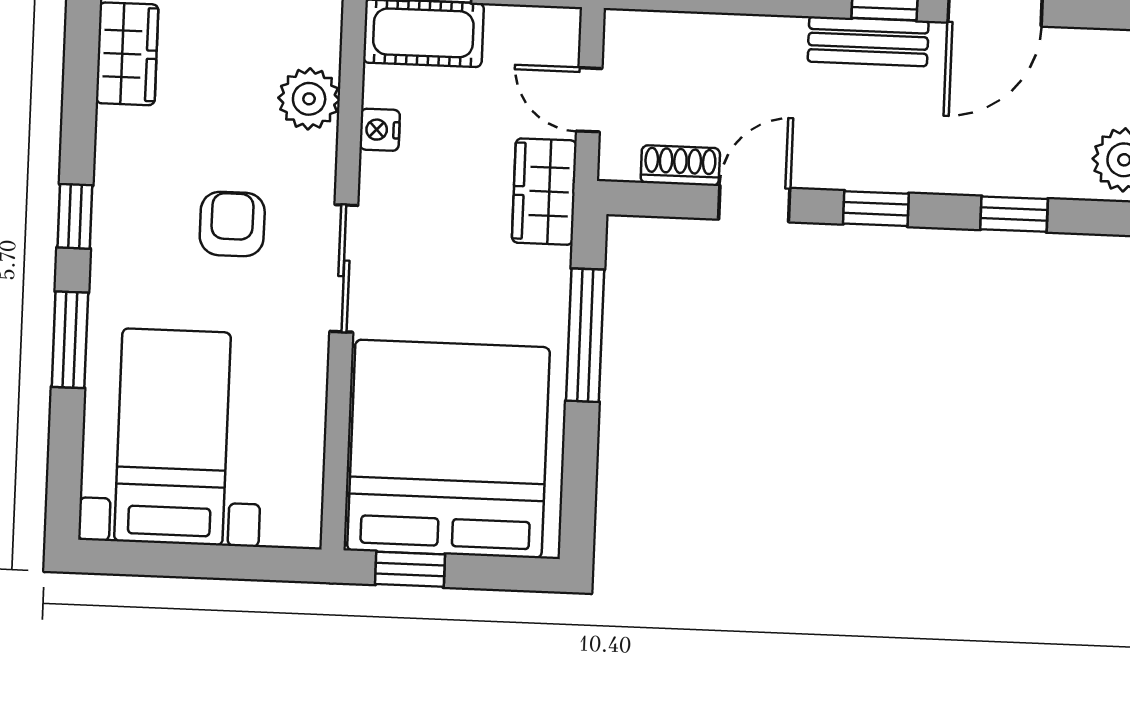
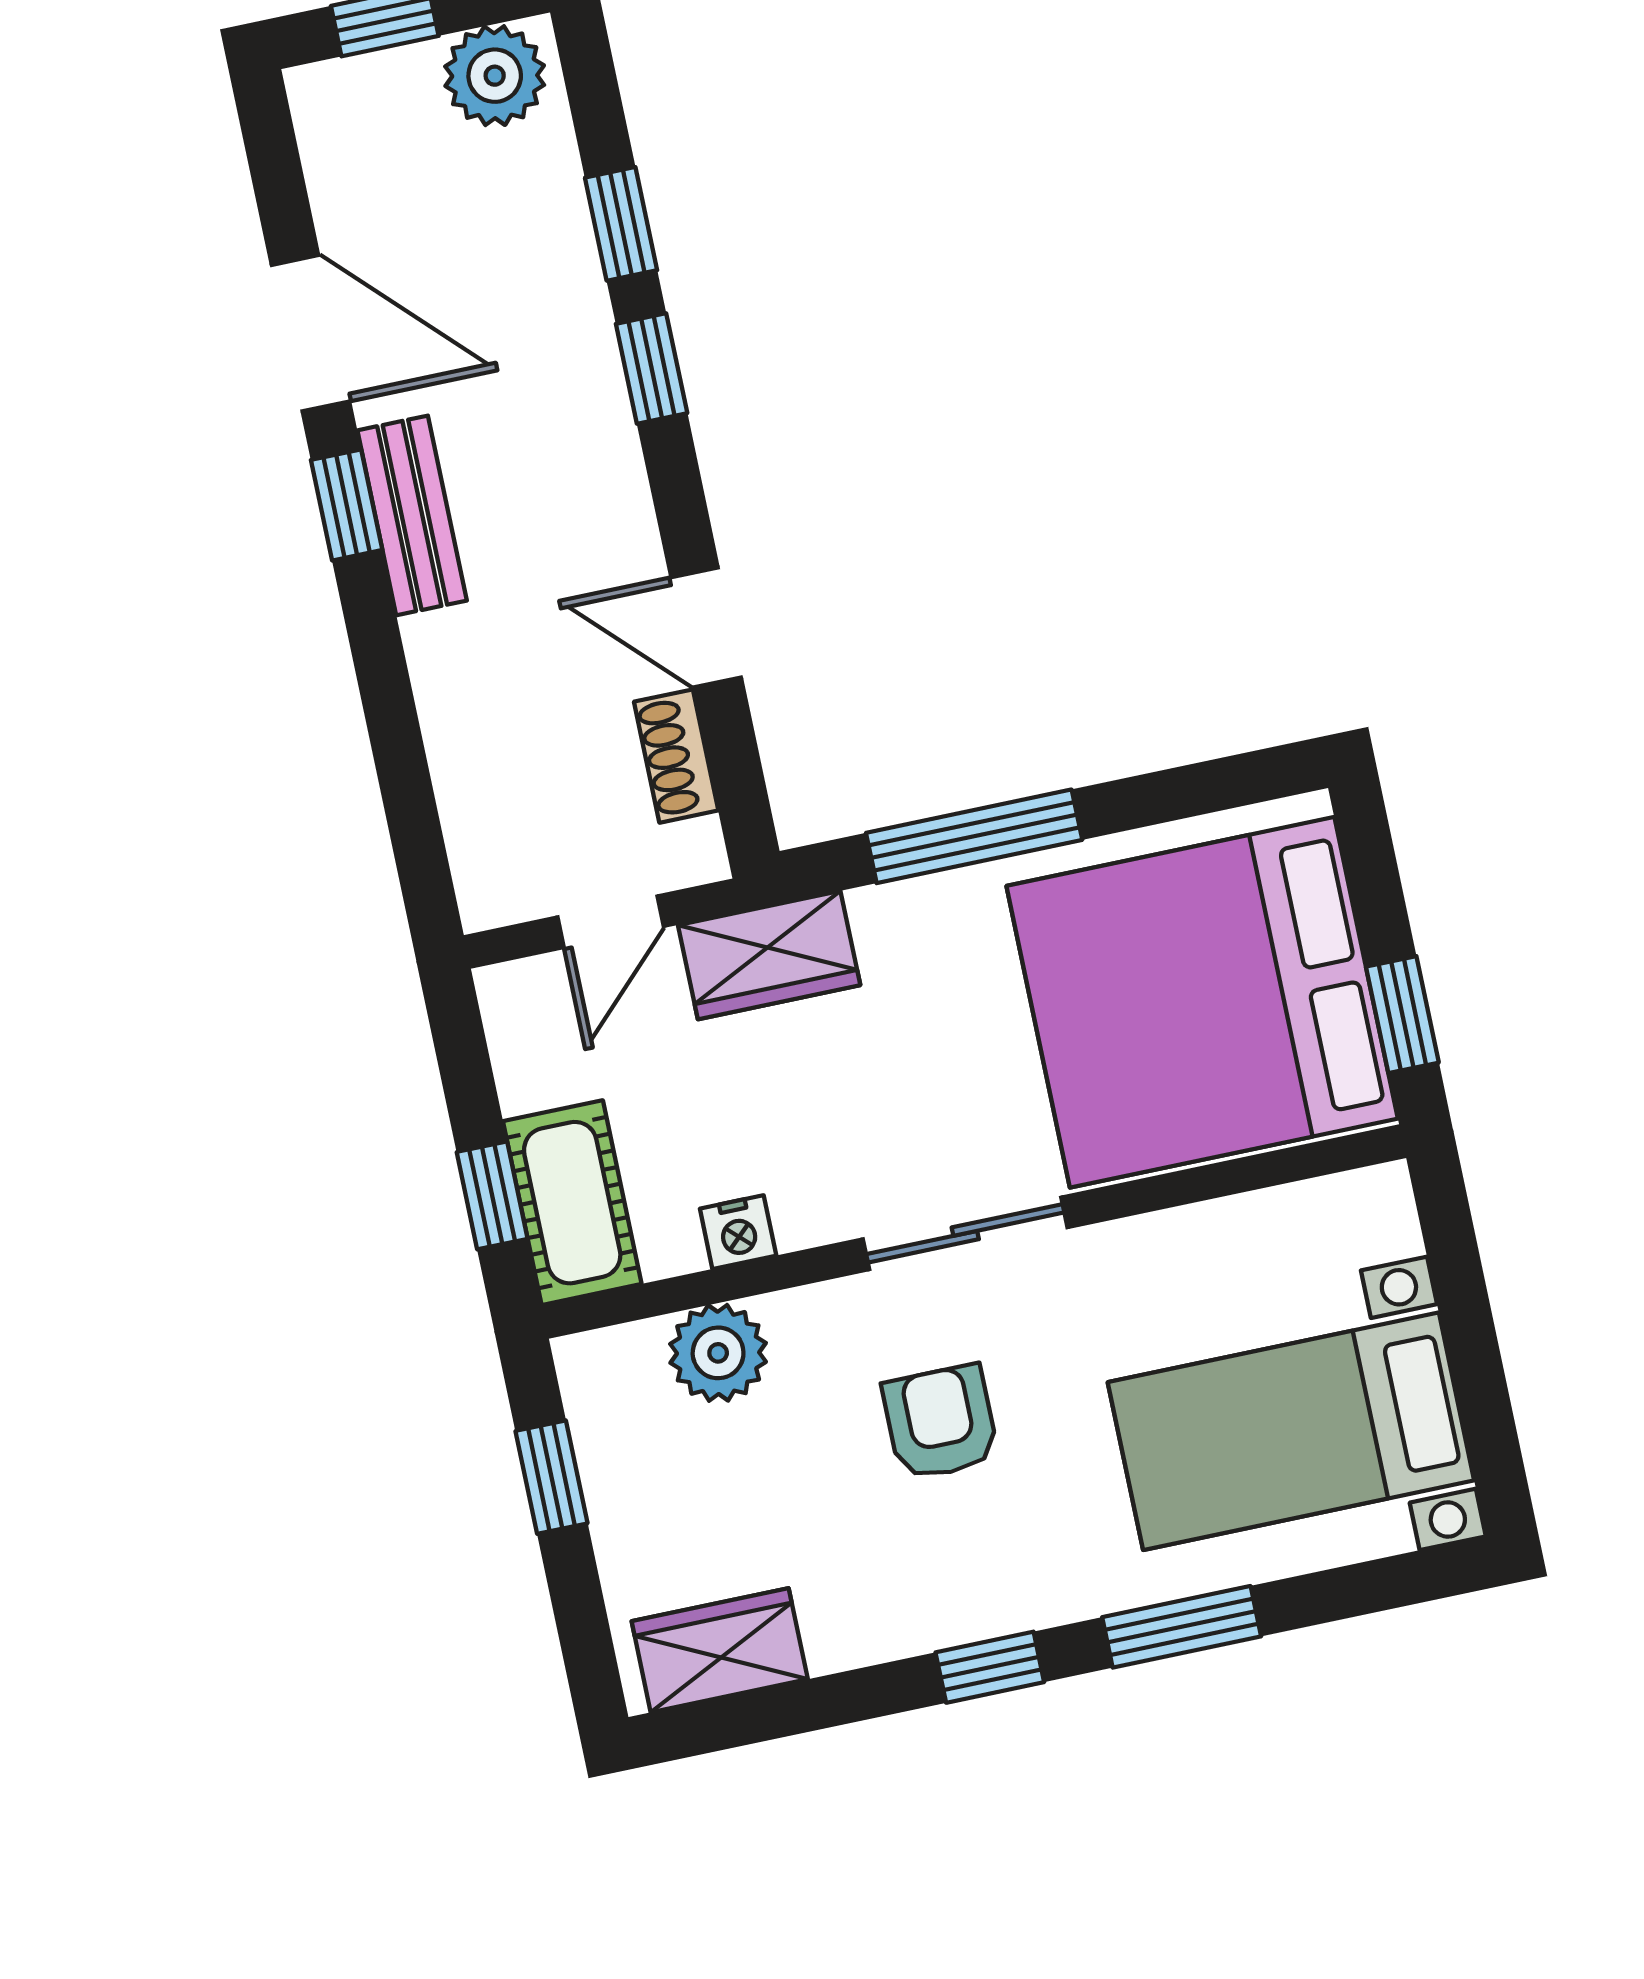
window: (876, 209) -> (652, 368), moved
armchair: (232, 224) -> (940, 1422), turned 90

